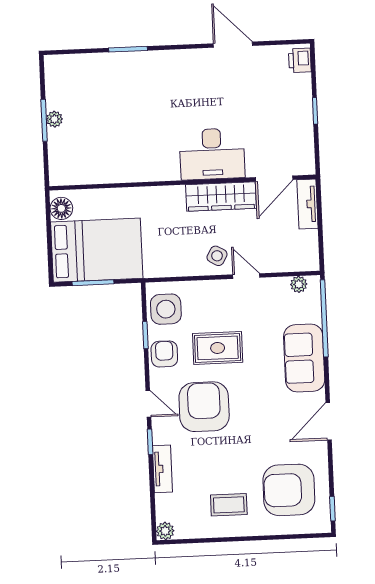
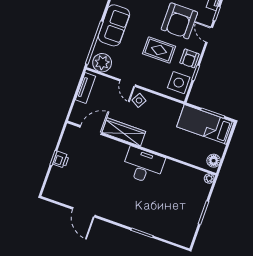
printer: (300, 60) -> (61, 160), moved
plant: (54, 119) -> (209, 178), moved
desk: (212, 154) -> (143, 166), moved
tv unit: (307, 204) -> (85, 88), moved
bed: (97, 250) -> (205, 124), width x0.67
plant: (299, 284) -> (102, 63), width x1.88, depth x1.88

